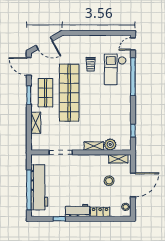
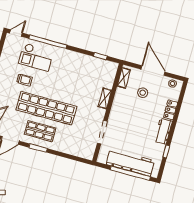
door: (133, 44) -> (16, 33), swing flipped
shelving: (36, 123) -> (67, 149), removed
plant: (110, 144) -> (108, 82), removed

